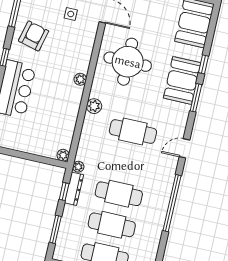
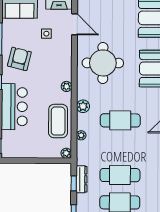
coffee table: (62, 117) -> (58, 121), added
plant: (78, 167) -> (81, 135), moved

